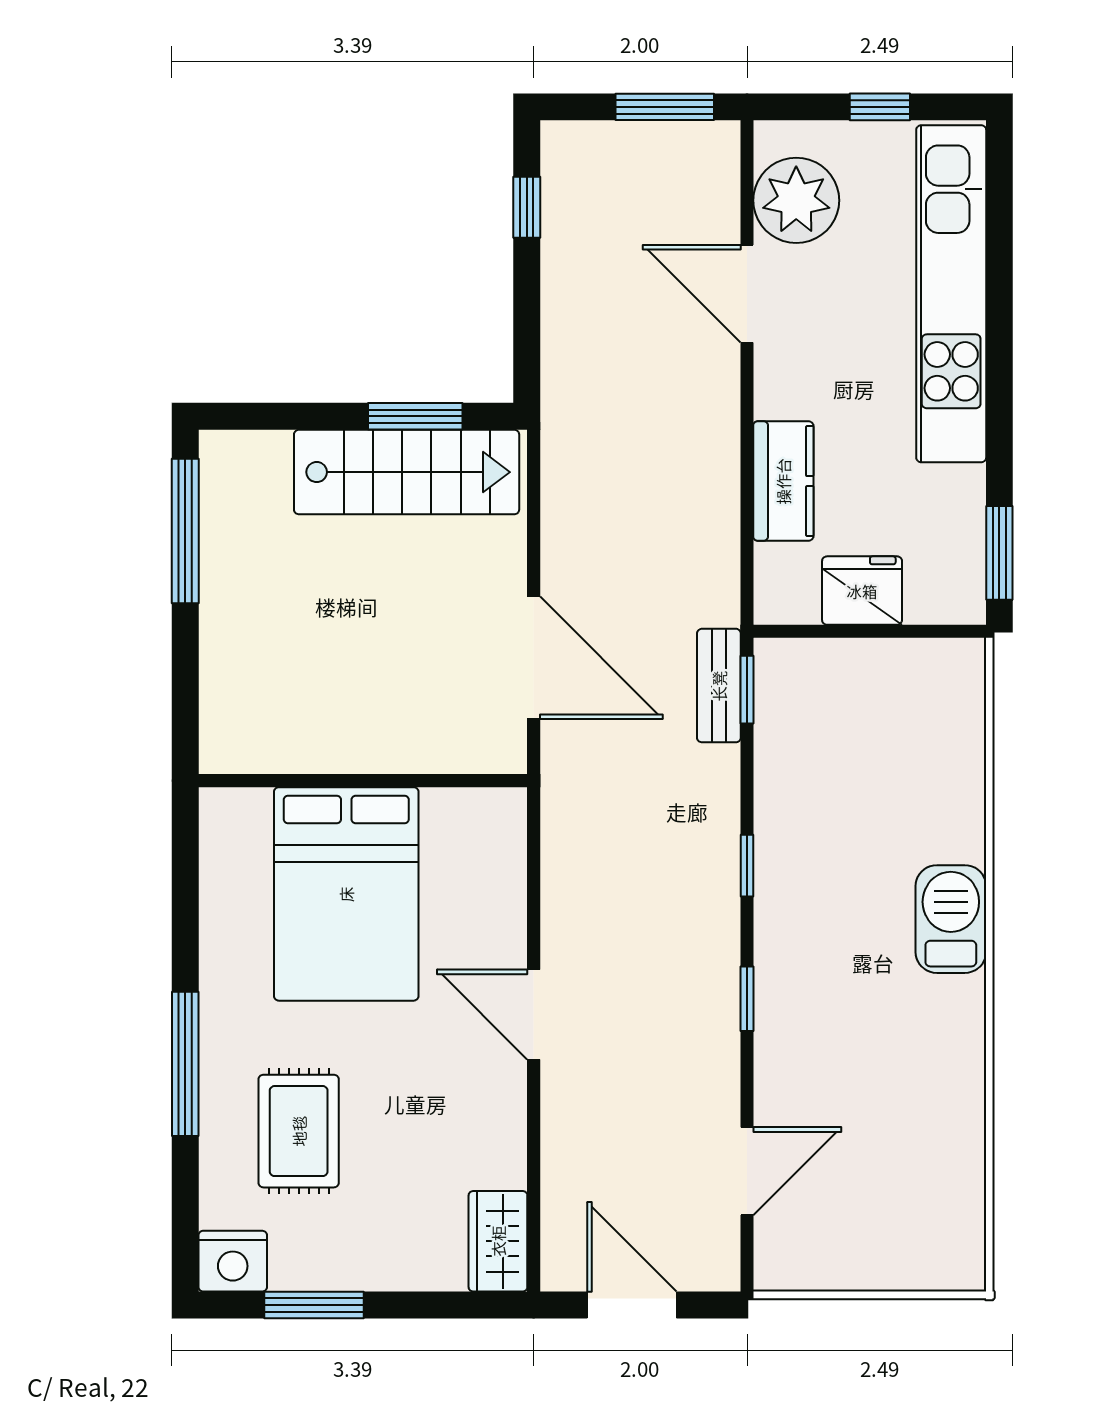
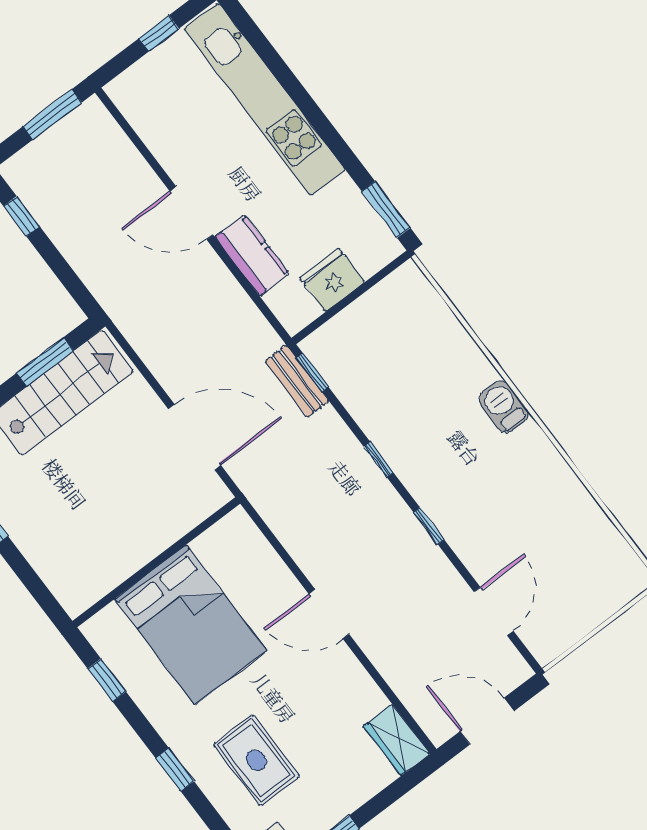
plant: (796, 200) -> (153, 111), removed
door: (747, 294) -> (191, 213), moved
window: (185, 884) -> (107, 680), added
barbecue: (951, 919) -> (504, 407), width x0.73, depth x0.79
window: (185, 1064) -> (175, 770), width x0.46

